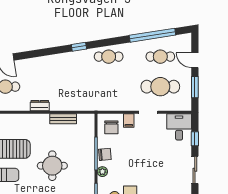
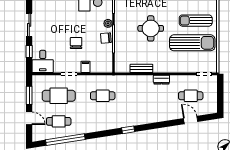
cafe table: (109, 57) -> (103, 96), moved
chair: (111, 127) -> (76, 43), moved

